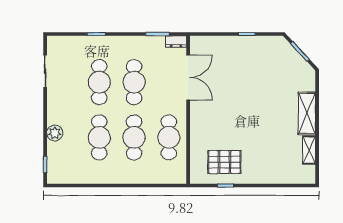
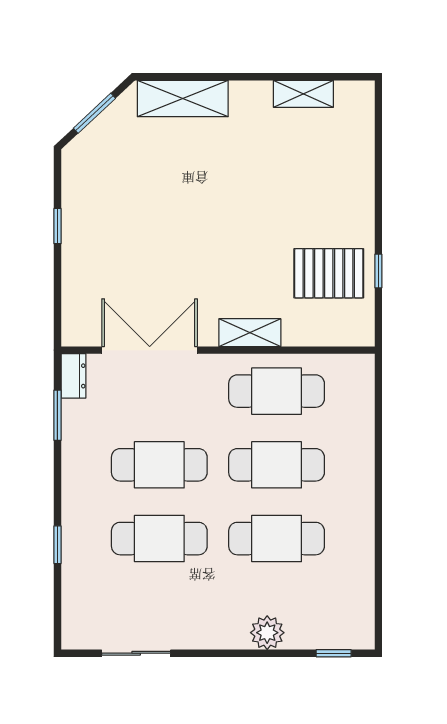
shelving: (307, 113) -> (183, 99), moved
shelving: (196, 125) -> (250, 333), added
pallet: (224, 162) -> (329, 273), turned 90

